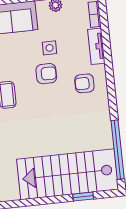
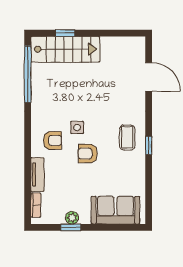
side table: (50, 48) -> (77, 128), moved
stairs: (68, 174) -> (65, 49), width x0.73, depth x0.66

